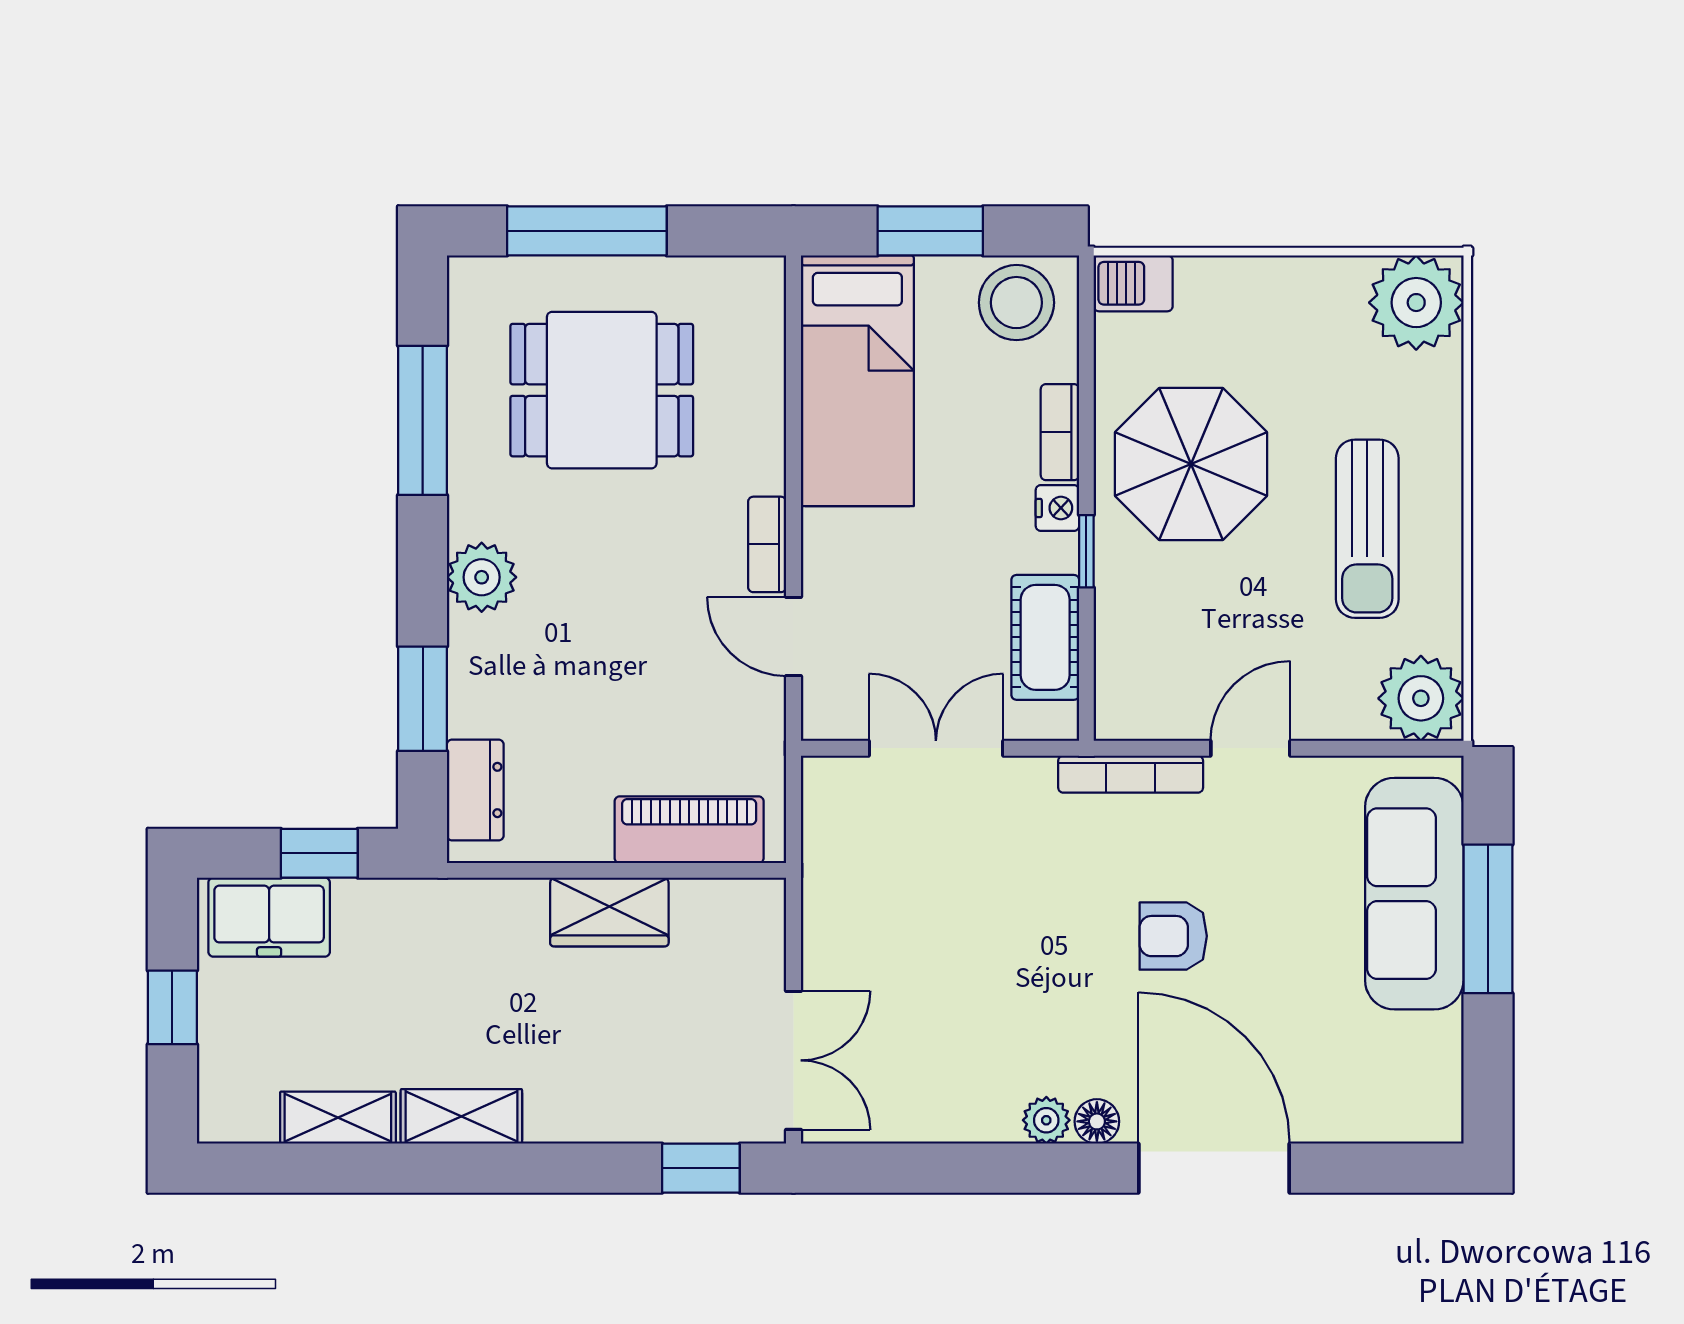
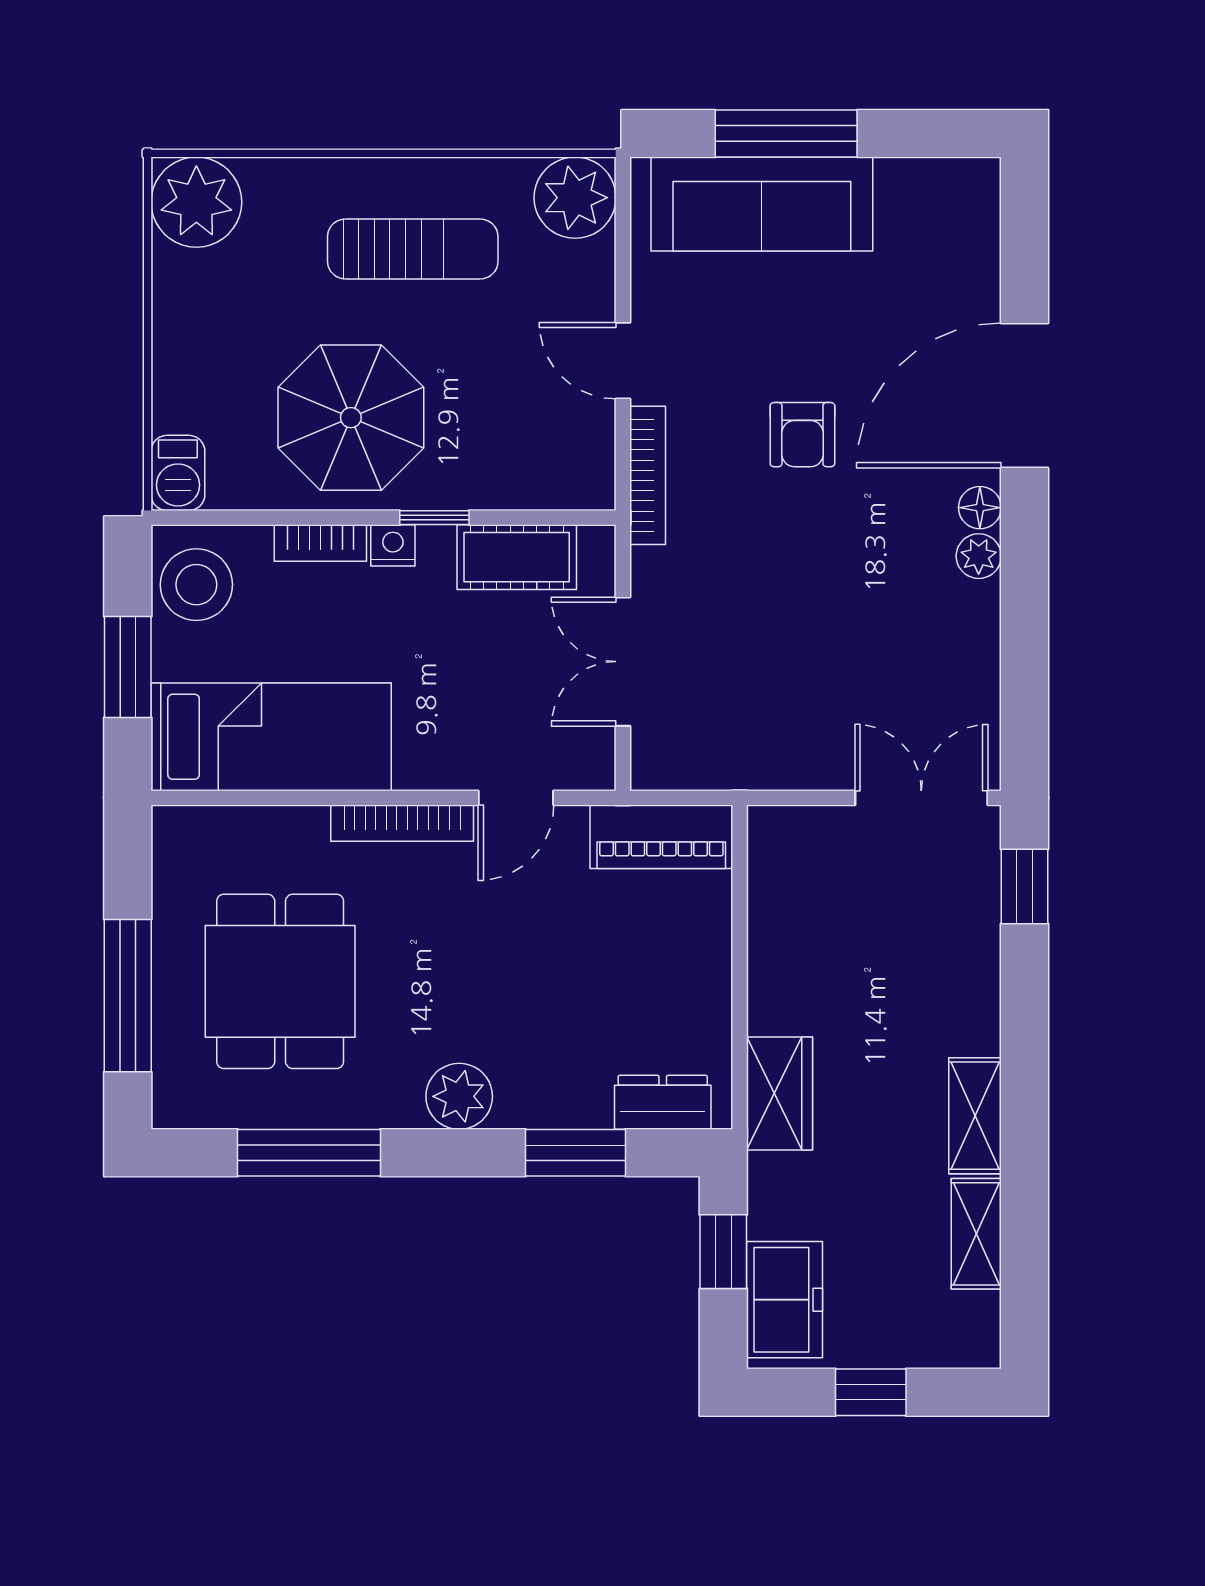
bookcase: (767, 544) -> (402, 823), width x1.56
piano: (689, 830) -> (661, 837), moved, turned -90
wardrobe: (609, 912) -> (779, 1094), moved

